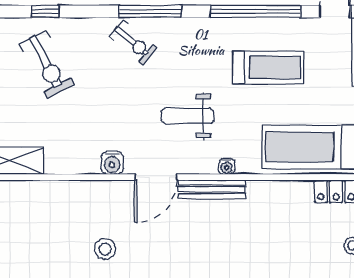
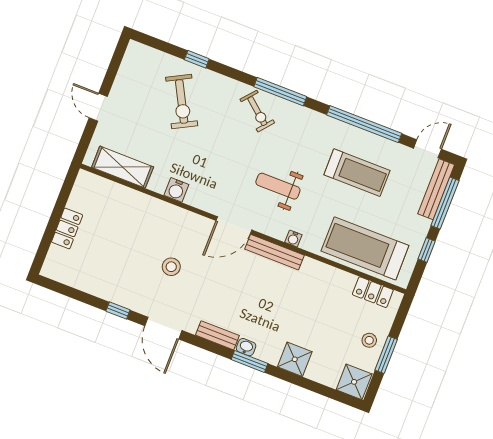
water cooler: (112, 163) -> (176, 190), moved

